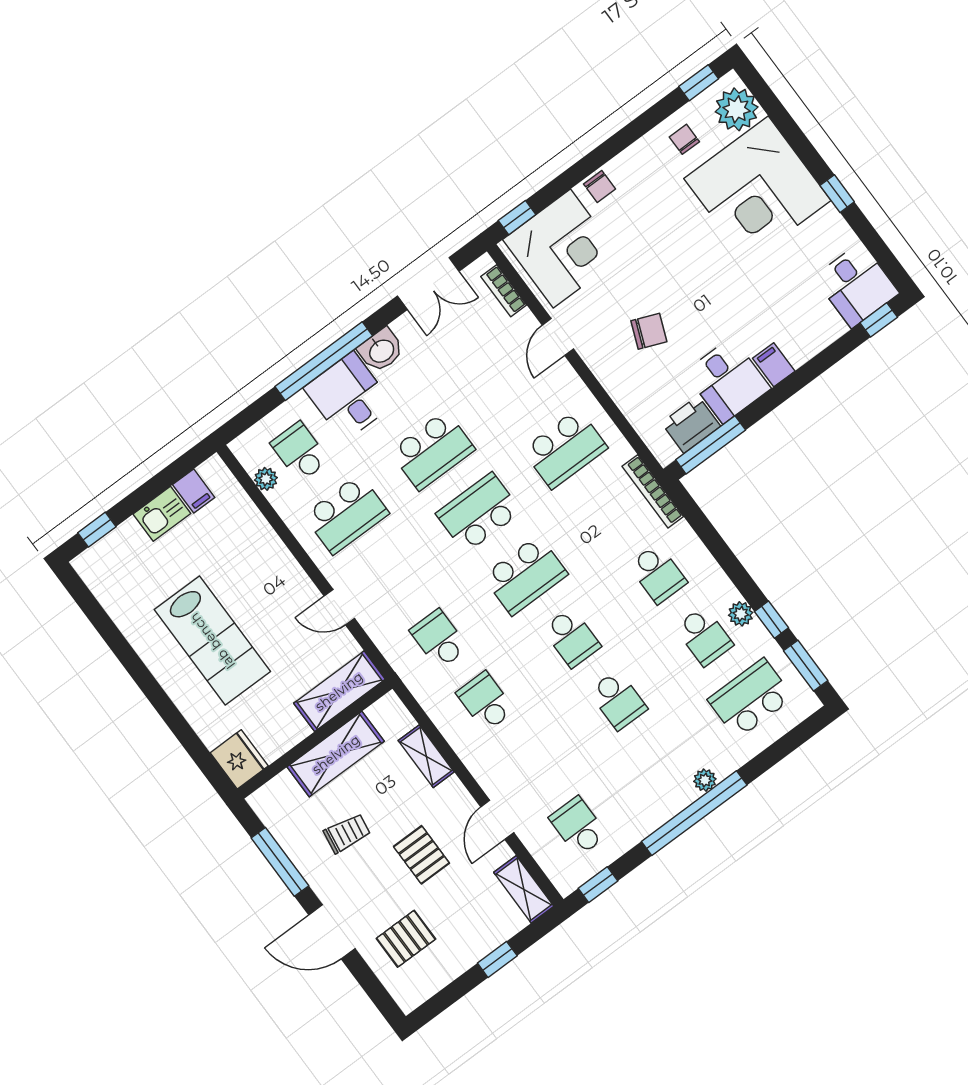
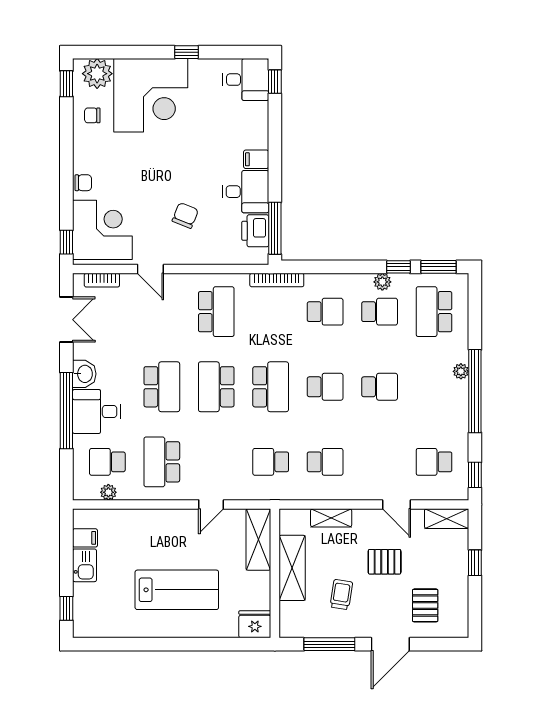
school desk: (346, 514) -> (162, 462), turned 180
school desk: (485, 702) -> (325, 462), turned 180

